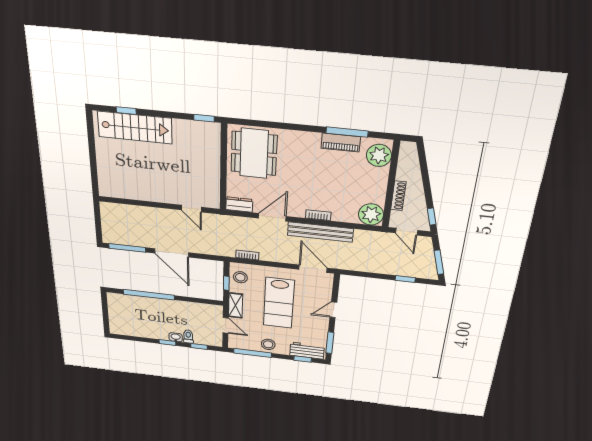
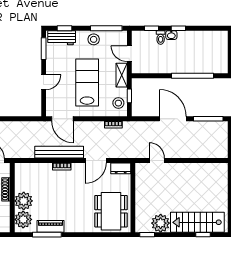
plant: (185, 131) -> (161, 223), added
plant: (371, 214) -> (24, 201), moved

